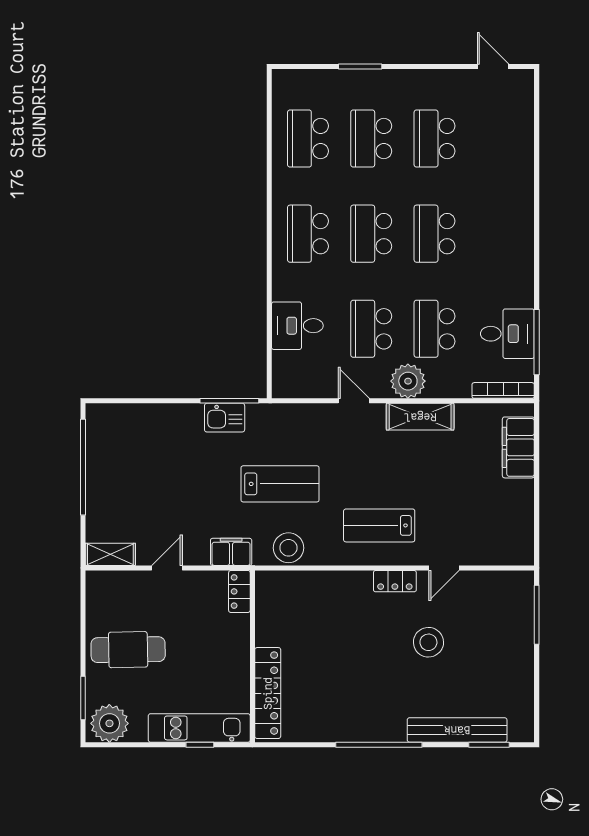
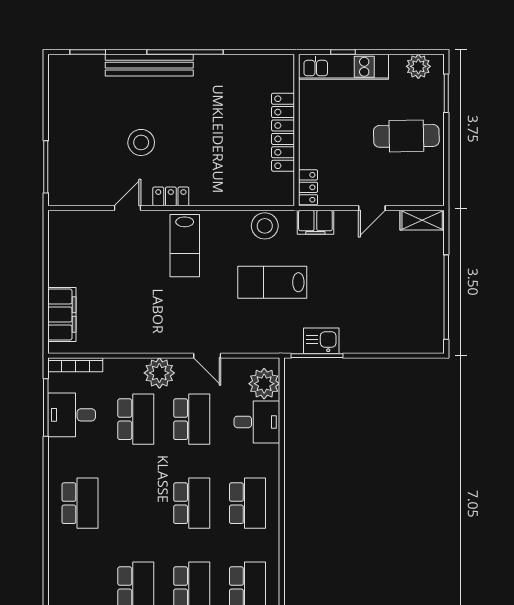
school desk: (435, 234) -> (80, 503), moved
plant: (289, 369) -> (264, 384), added
shelving: (420, 417) -> (149, 342), removed
lab bench: (379, 525) -> (185, 246), turned 90
locker: (268, 693) -> (283, 132), moved
plant: (109, 723) -> (418, 66), width x0.73, depth x0.73
bench: (457, 730) -> (149, 65), moved

